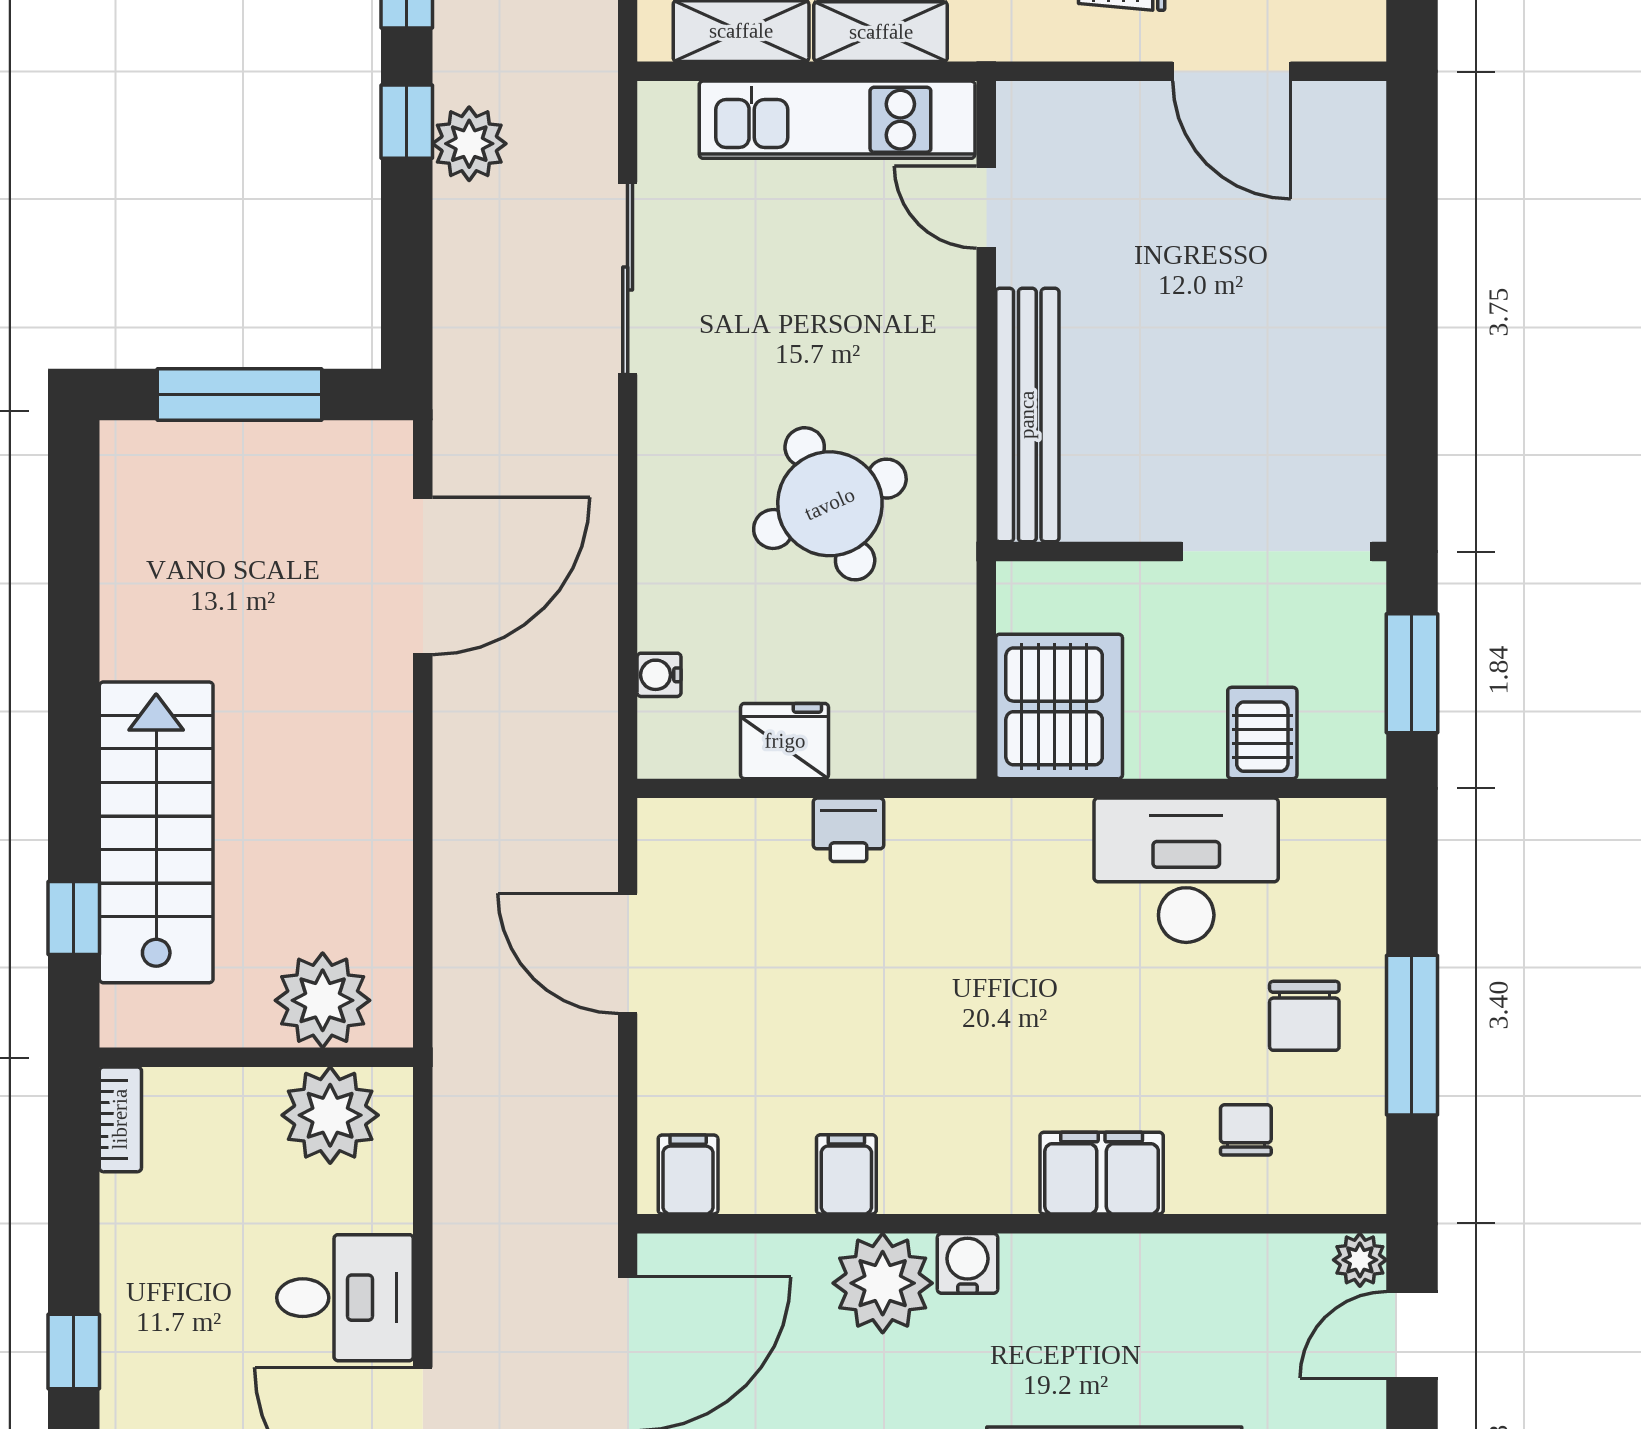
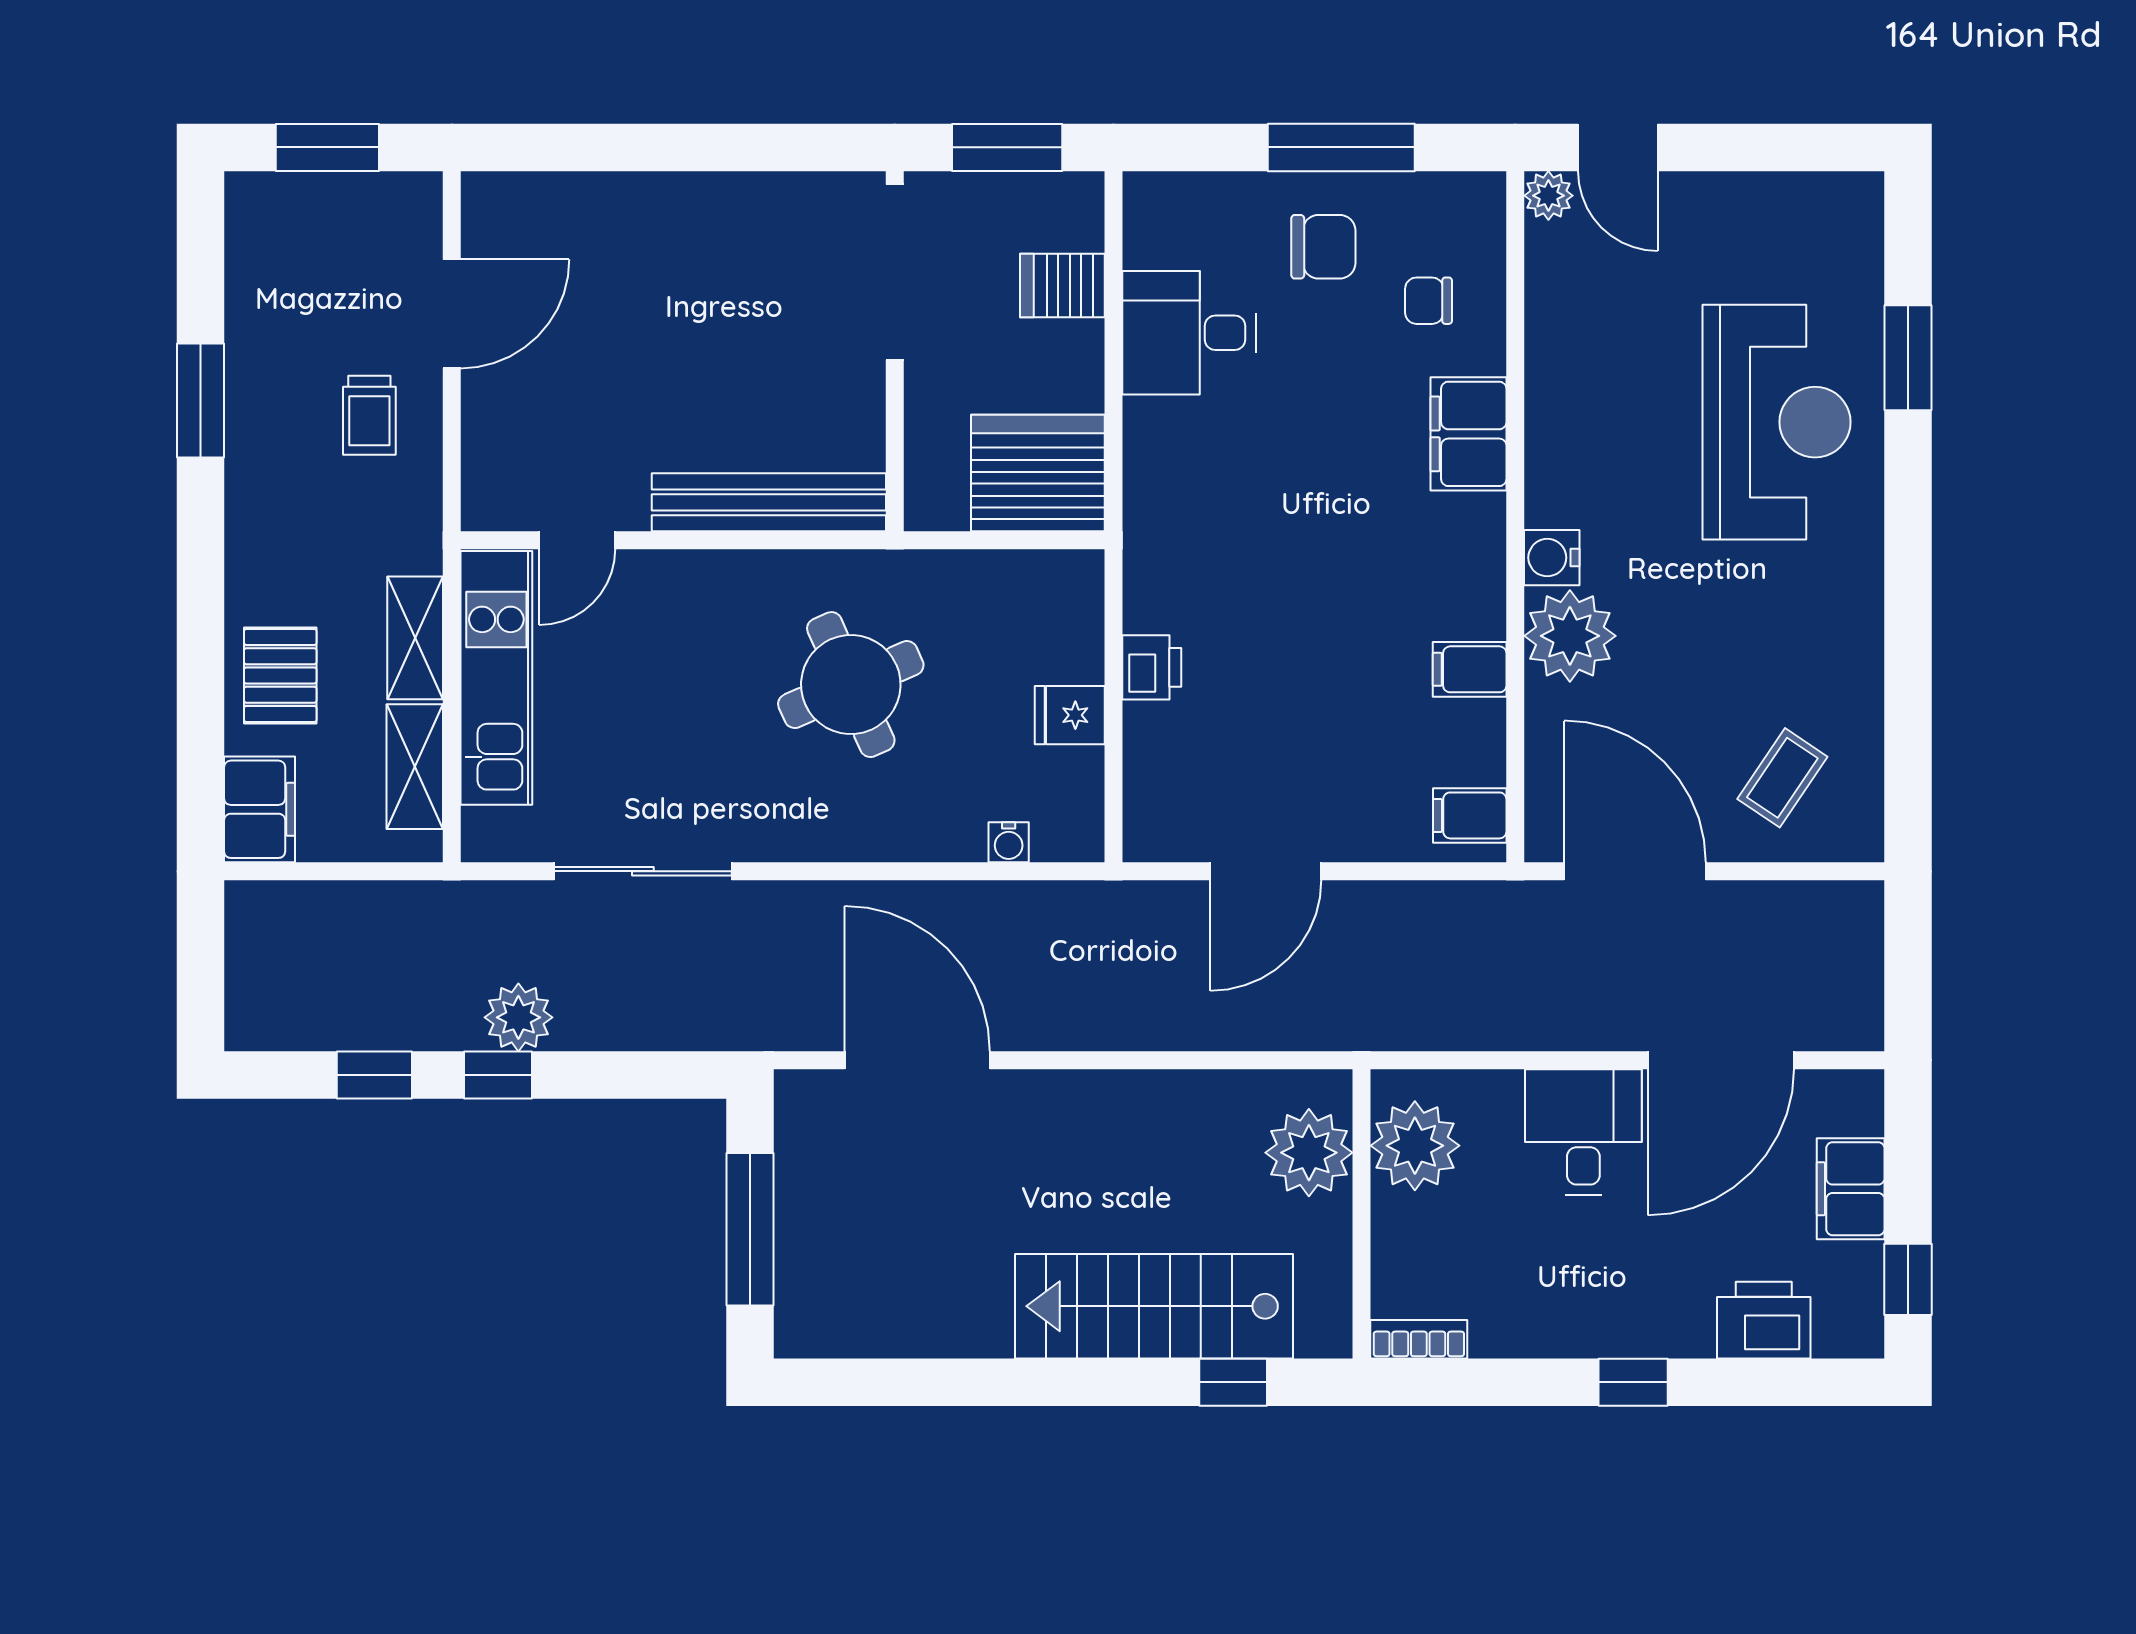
fridge: (785, 741) -> (1070, 715), width x0.72
desk: (1186, 870) -> (1189, 333), width x0.73

